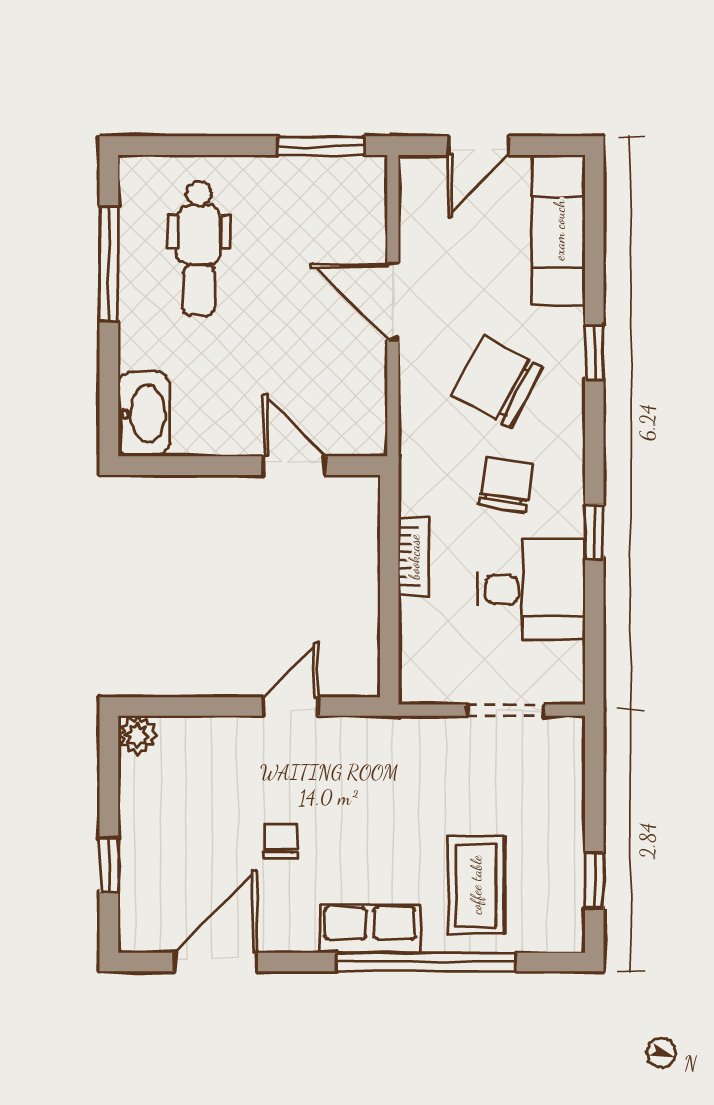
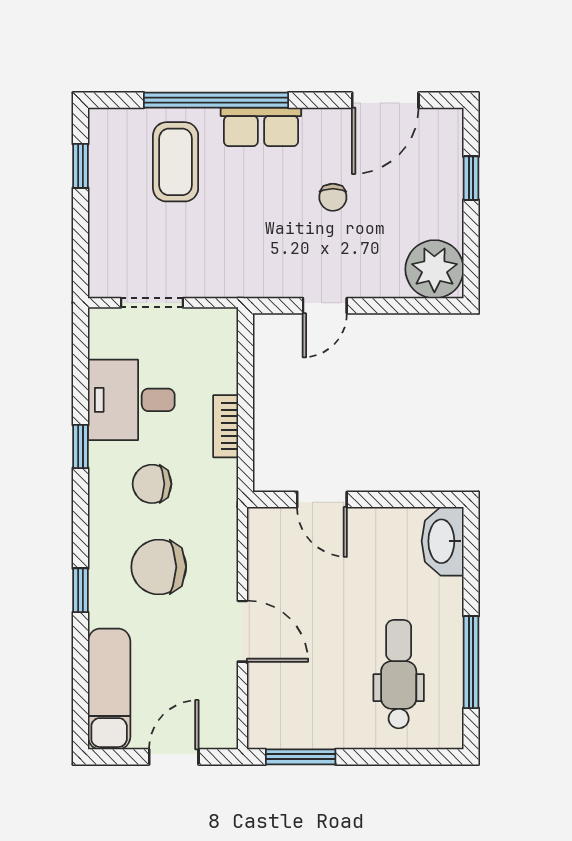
chair: (497, 382) -> (159, 567), turned 152
chair: (505, 485) -> (152, 484), turned 81
plant: (137, 735) -> (434, 269), width x1.87, depth x1.87

